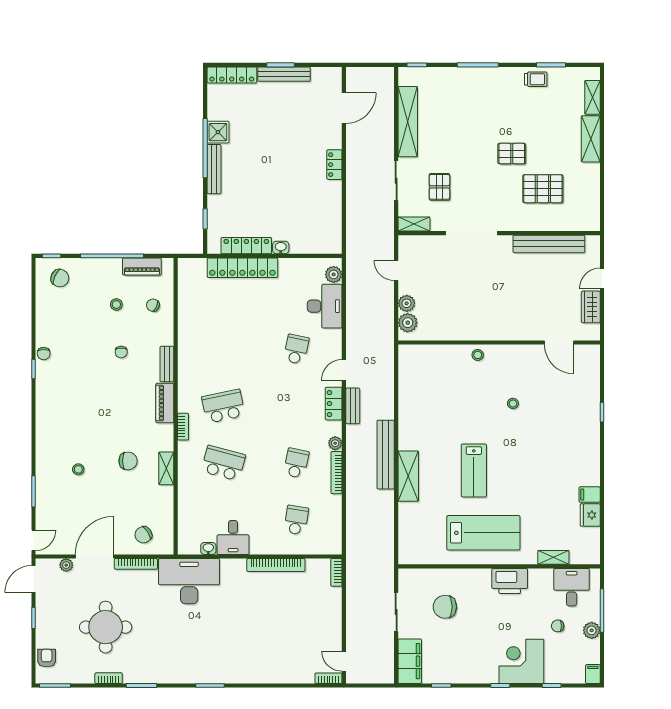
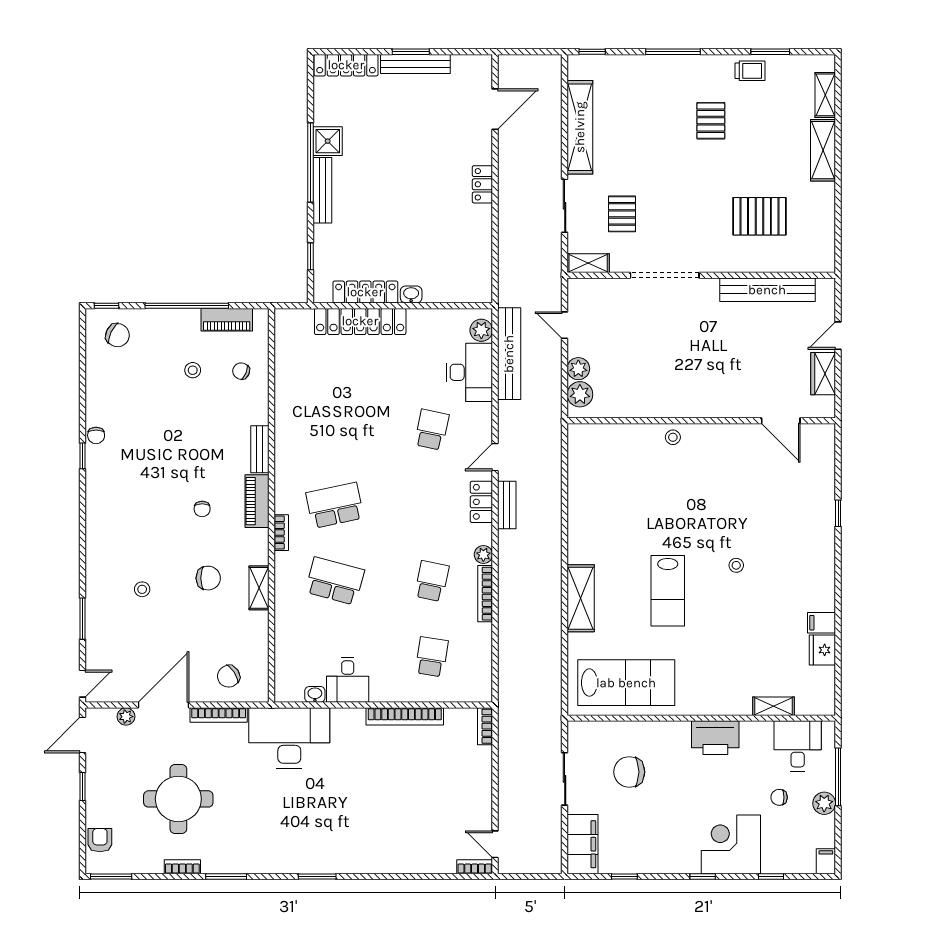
pallet: (512, 154) -> (711, 121), moved, turned 90
chair: (121, 352) -> (202, 509), moved
stool: (513, 403) -> (736, 565), moved
bench: (386, 455) -> (509, 354), moved
lab bench: (483, 533) -> (626, 683), moved

